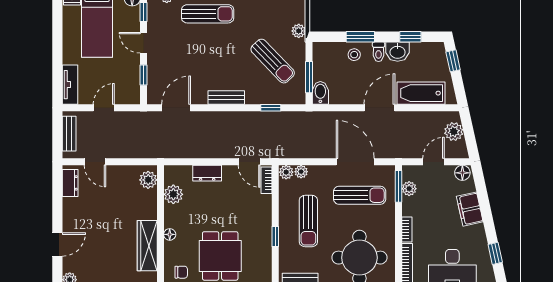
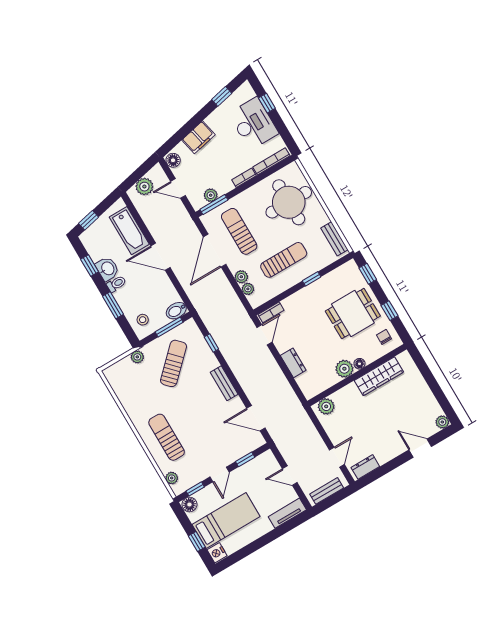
stool: (354, 55) -> (143, 320), moved
plant: (286, 172) -> (241, 277), moved
plant: (173, 194) -> (344, 369), moved

